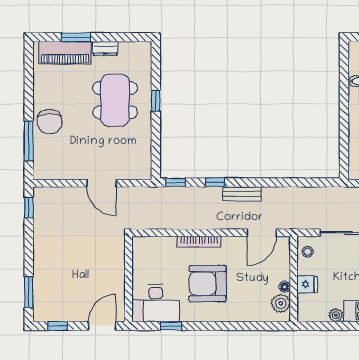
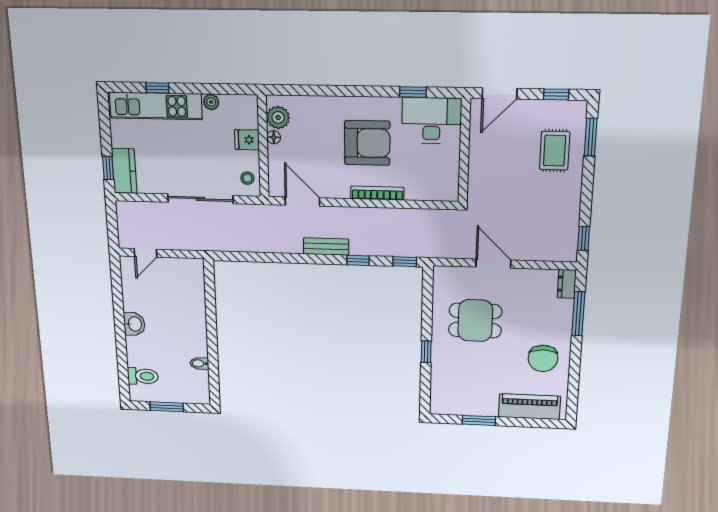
window: (76, 37) -> (479, 420), moved
dresser: (105, 48) -> (567, 284), moved, turned -90
dining table: (115, 100) -> (475, 321), moved, width x0.73
chair: (50, 122) -> (543, 358), moved, turned 180
door: (262, 233) -> (302, 201), hinge flipped
rug: (56, 281) -> (555, 151), added

